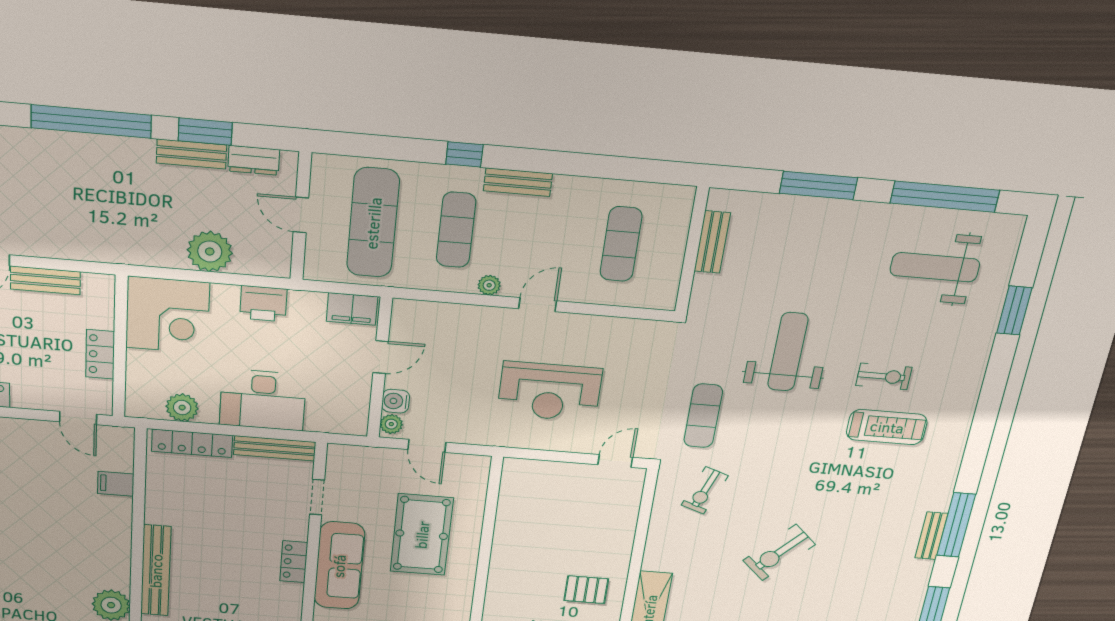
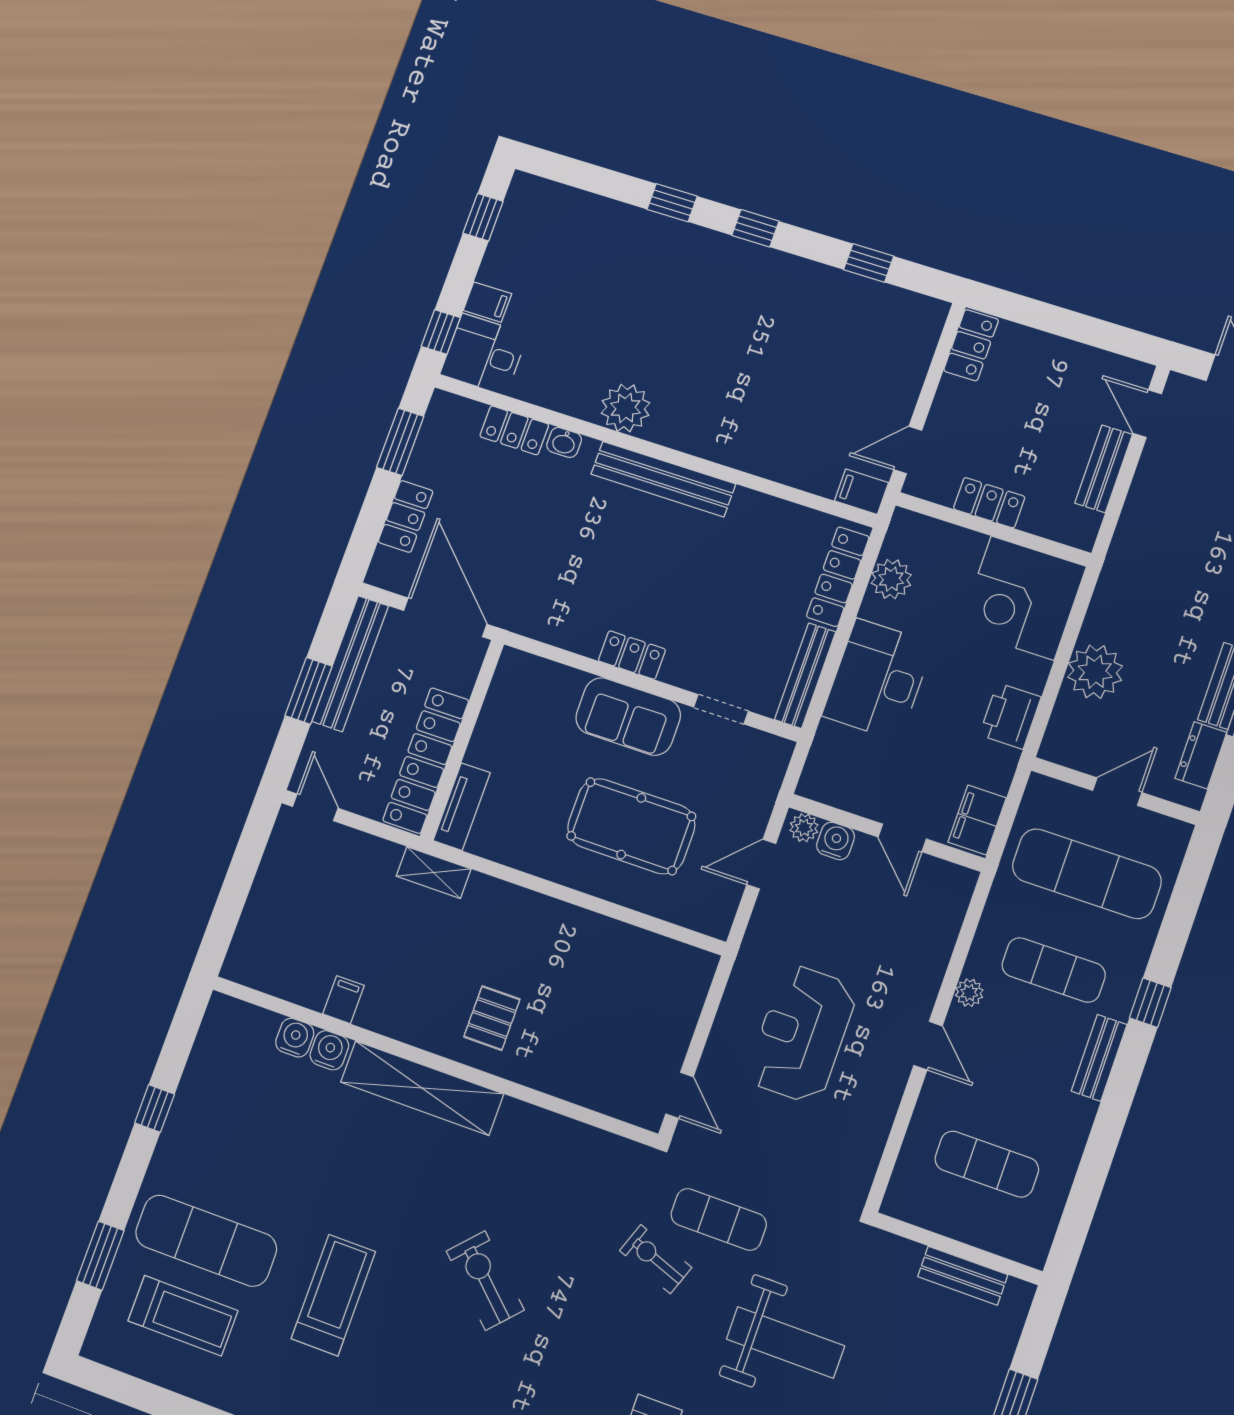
filing cabinet: (116, 484) -> (861, 492), moved, turned -90
exercise bike: (705, 490) -> (656, 1259), moved
sofa: (339, 566) -> (628, 716), width x0.73

